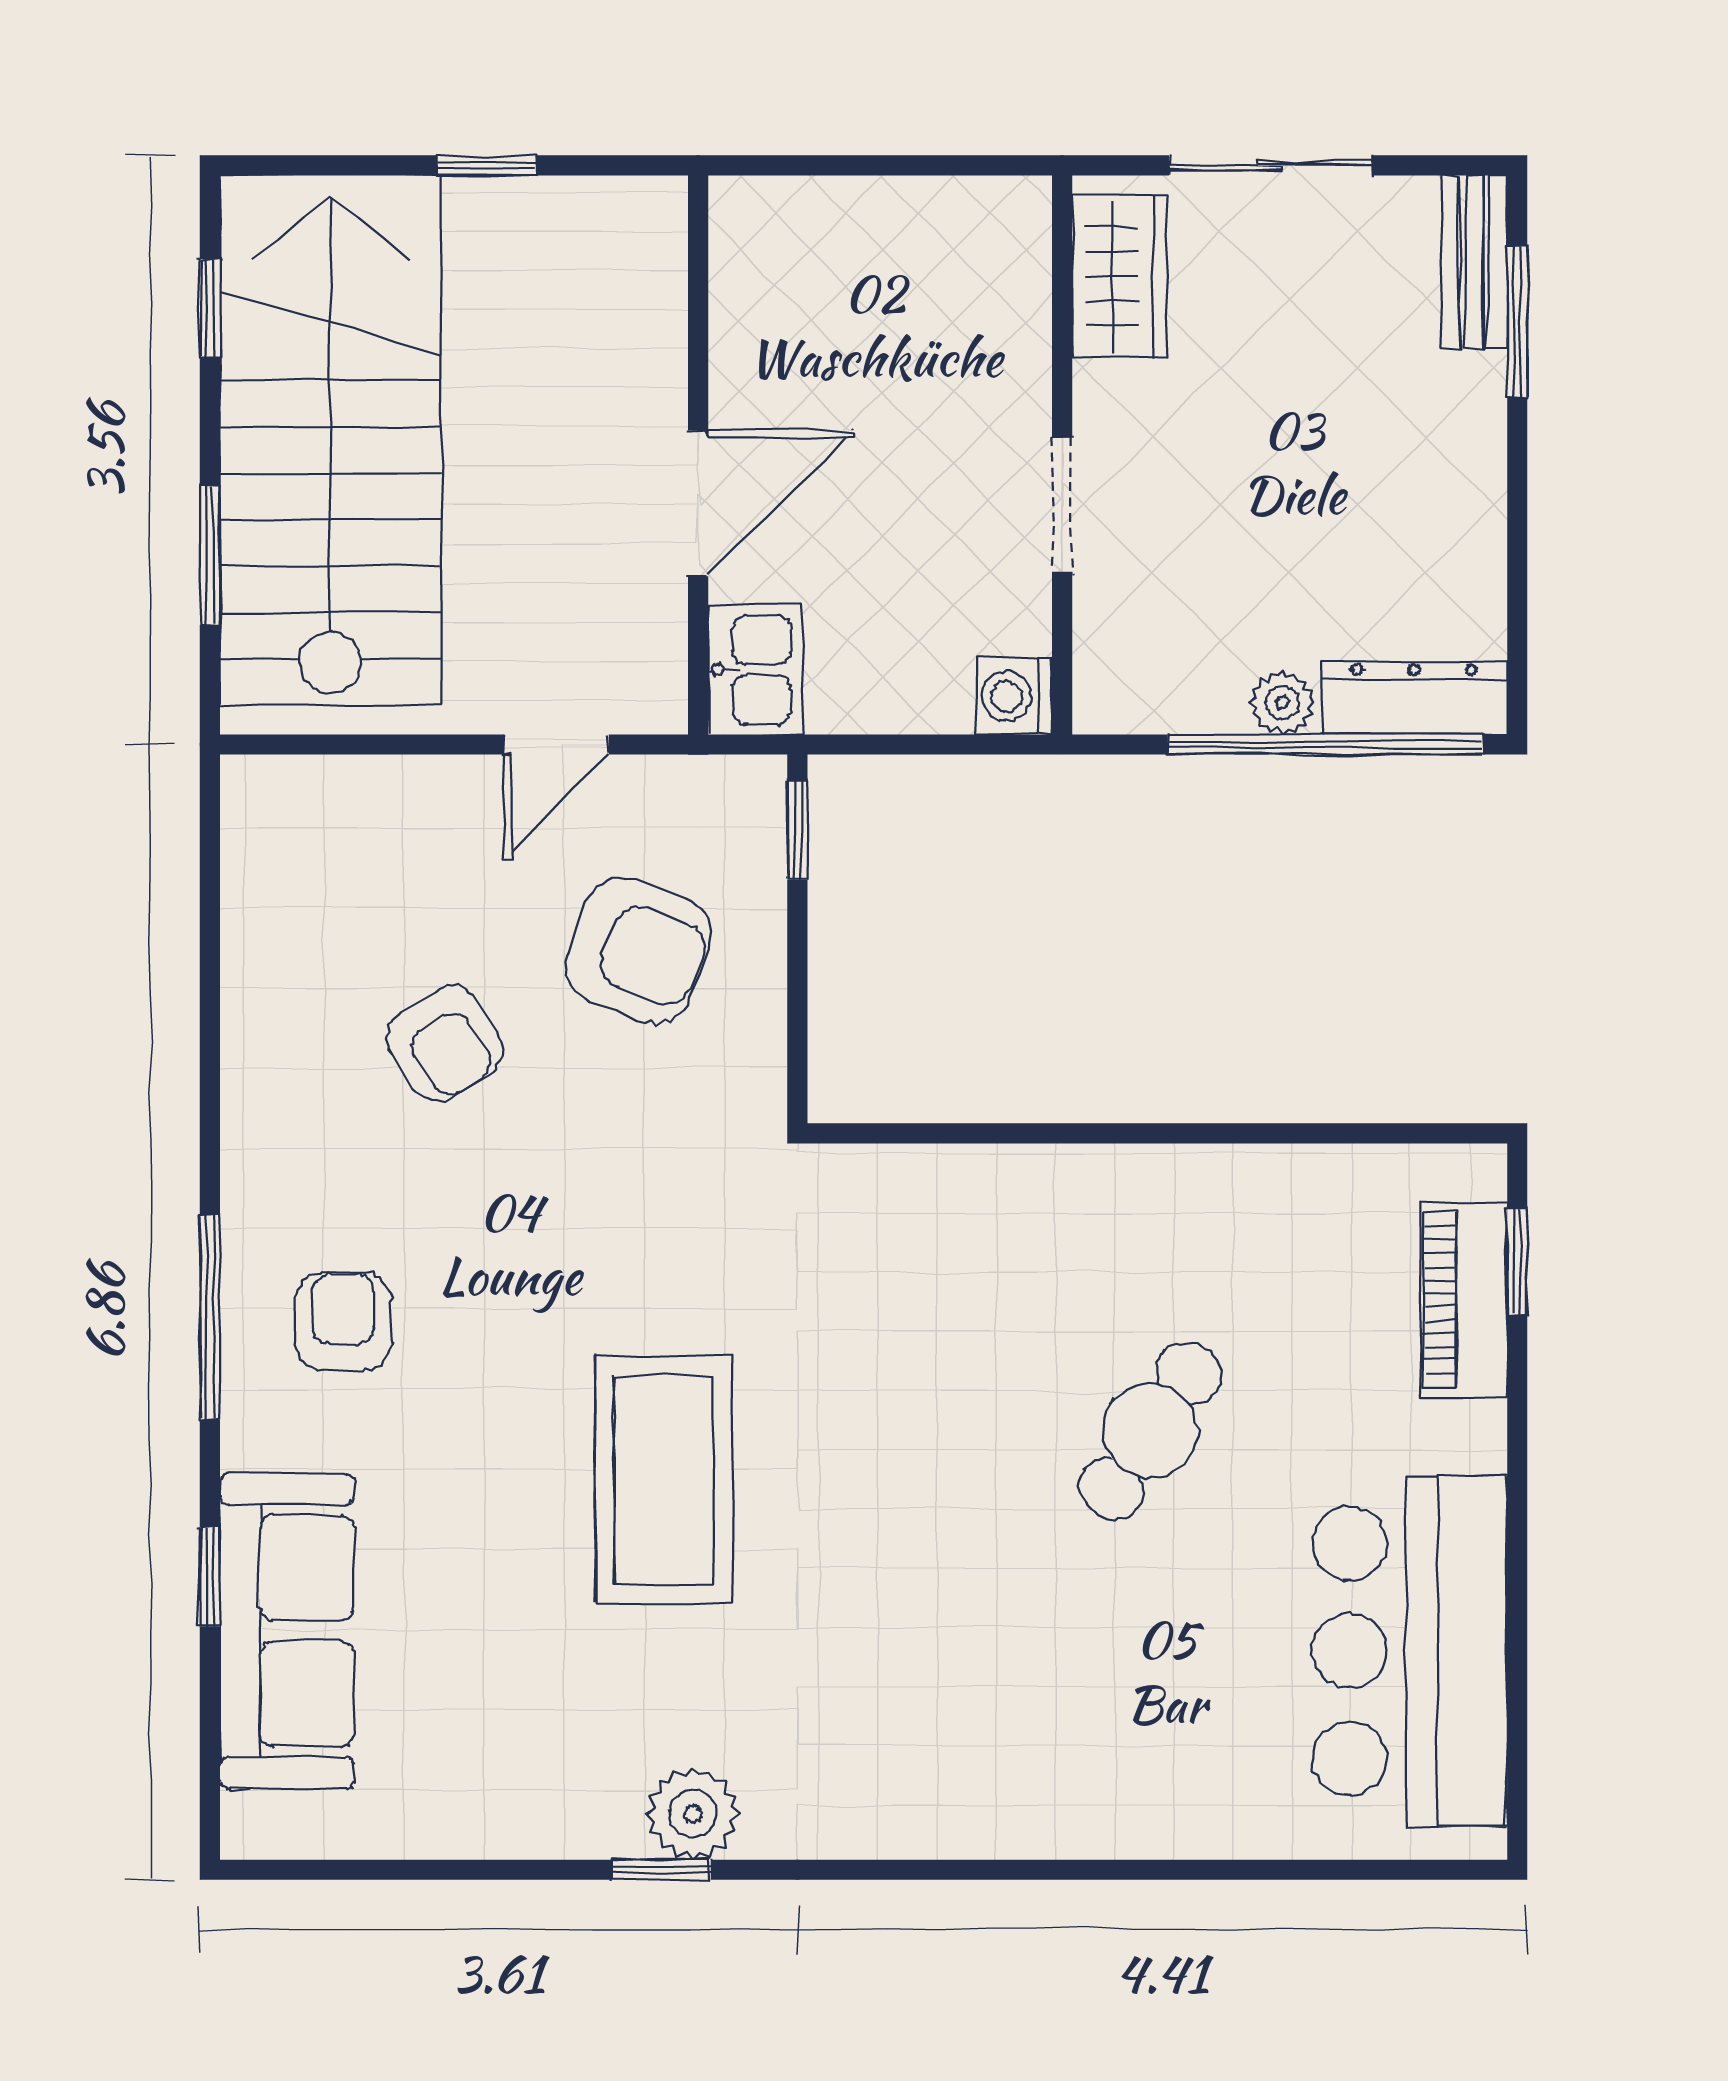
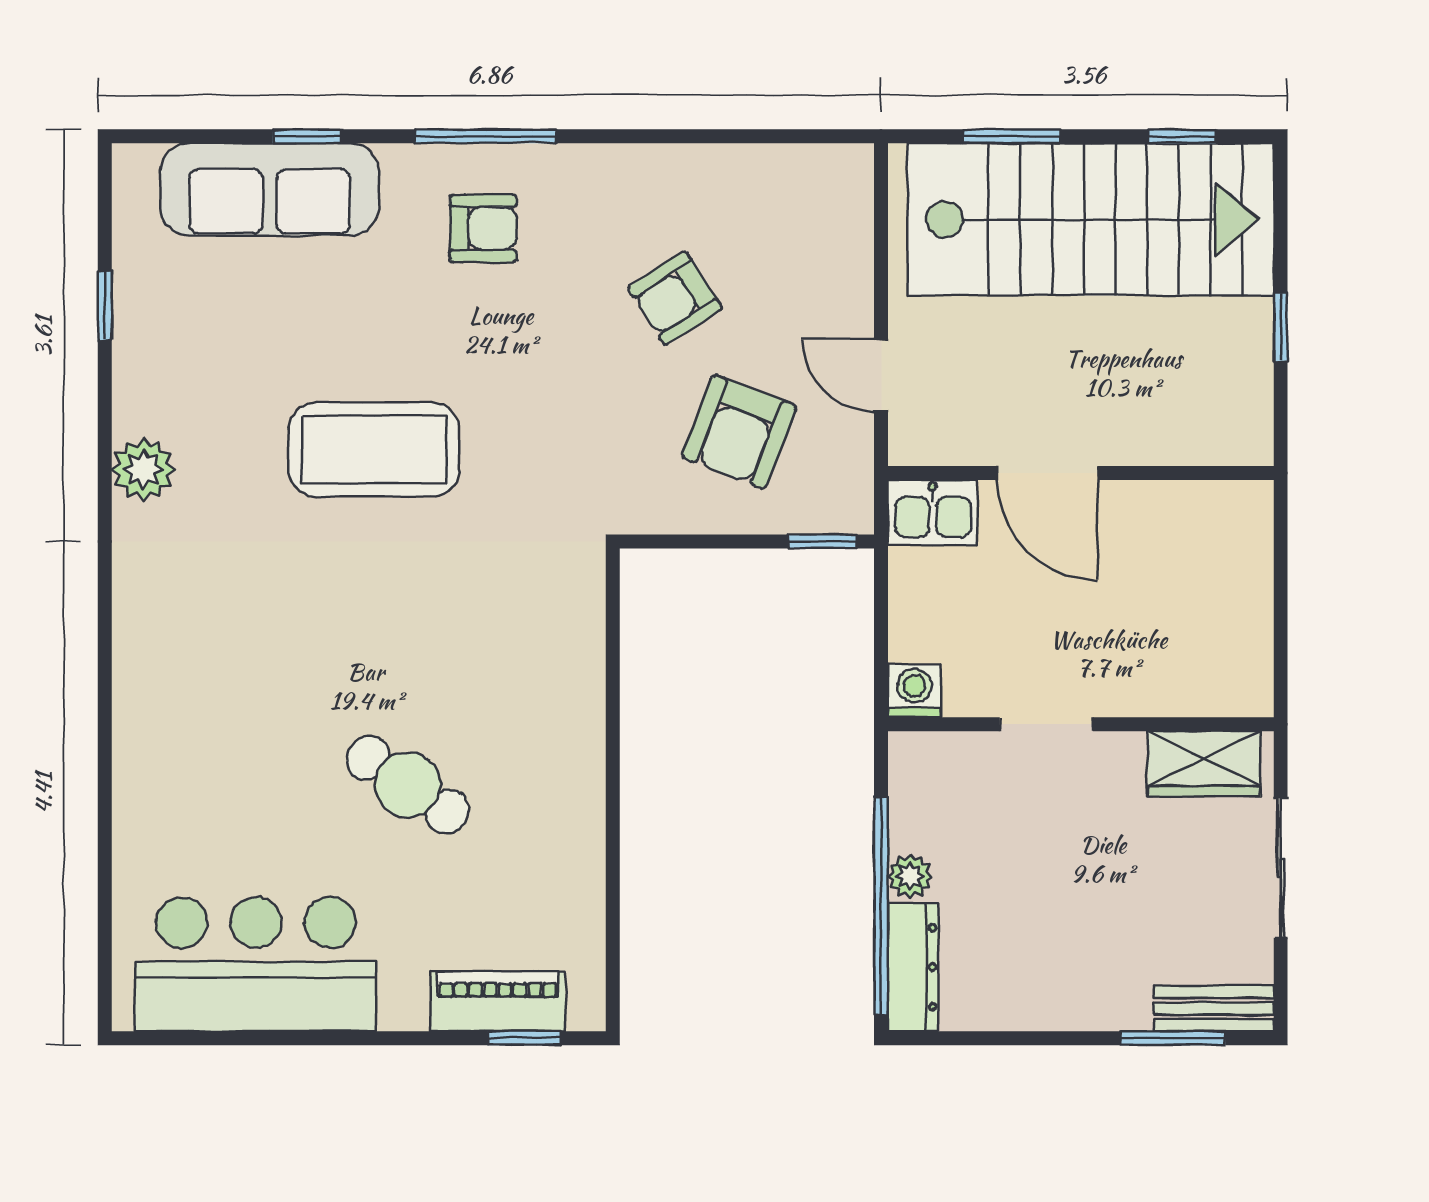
window: (661, 1870) -> (105, 306), moved

